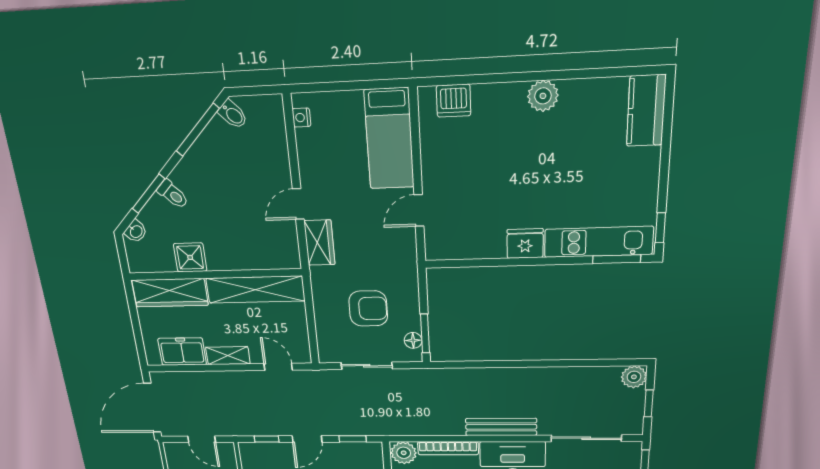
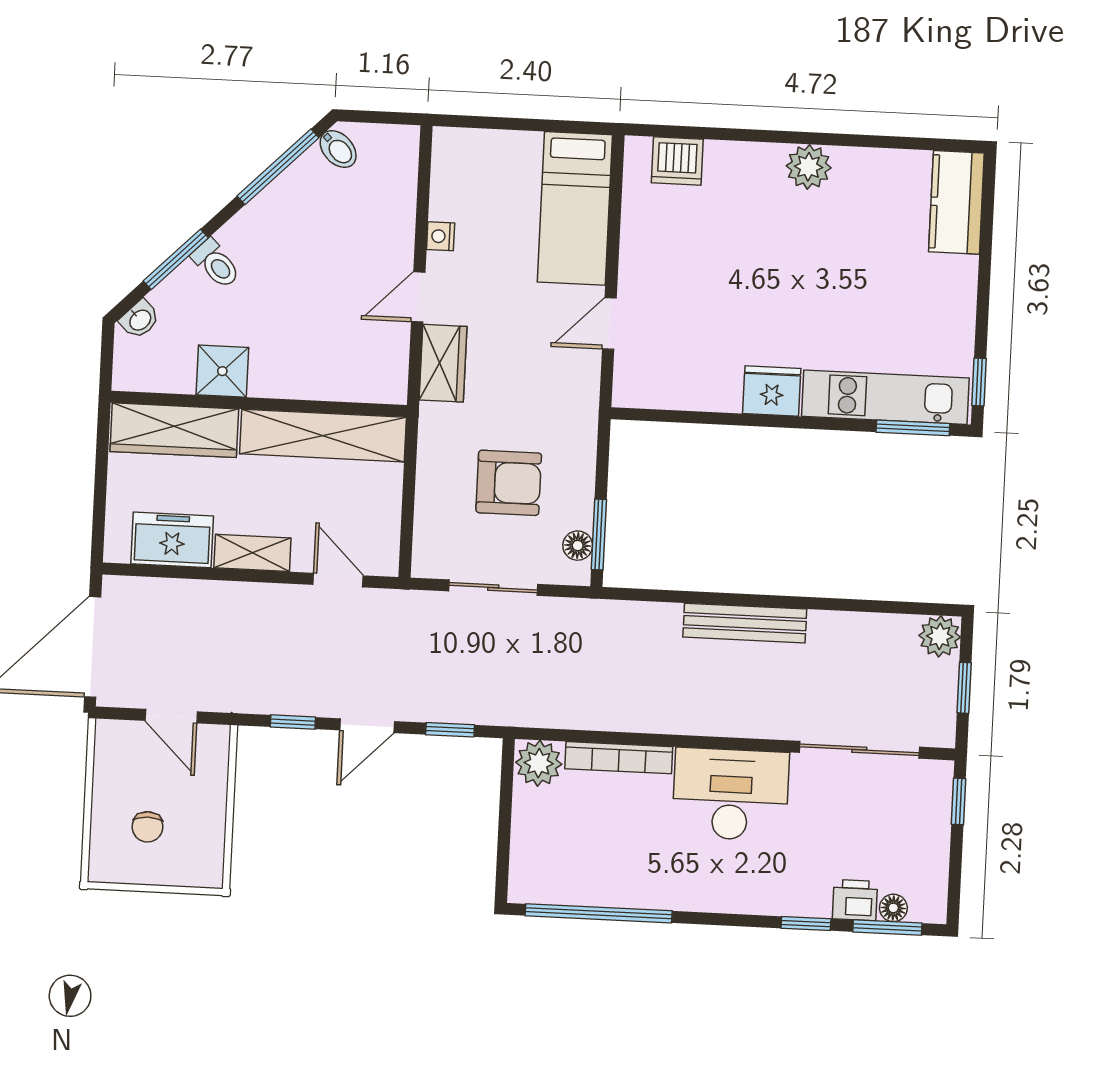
nightstand: (301, 117) -> (441, 236), moved
bench: (501, 427) -> (745, 623), moved

